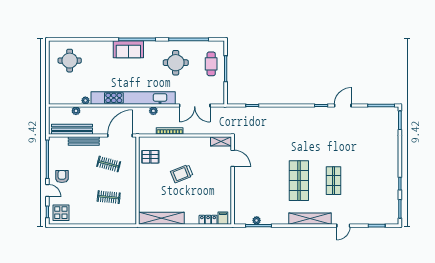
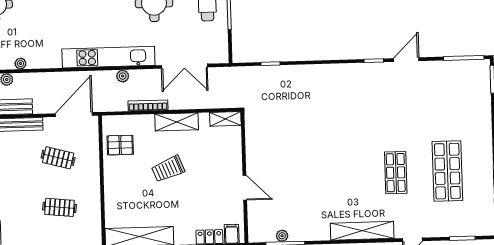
kitchen unit: (133, 98) -> (108, 57), width x0.73
shelving: (188, 142) -> (177, 122), added
door: (233, 158) -> (245, 188), moved
shop shelf: (299, 181) -> (447, 171), moved

